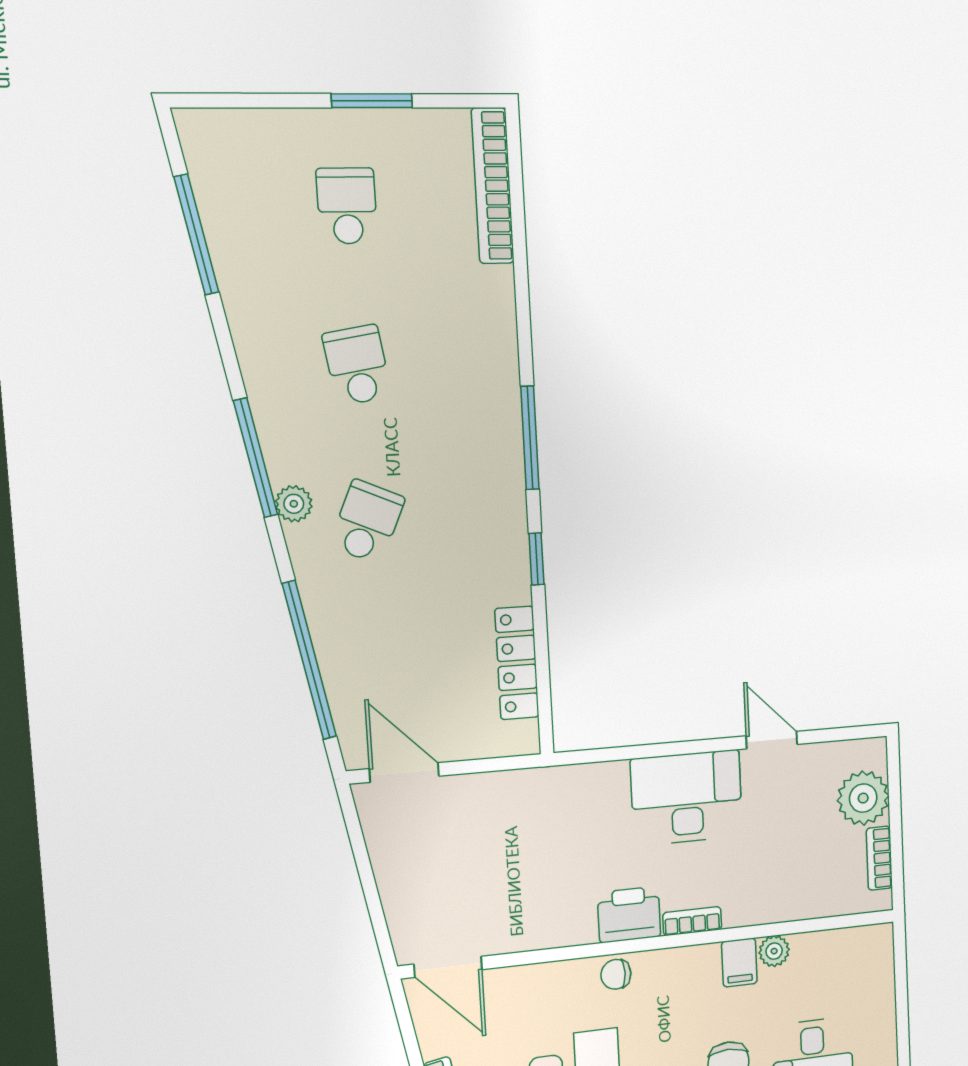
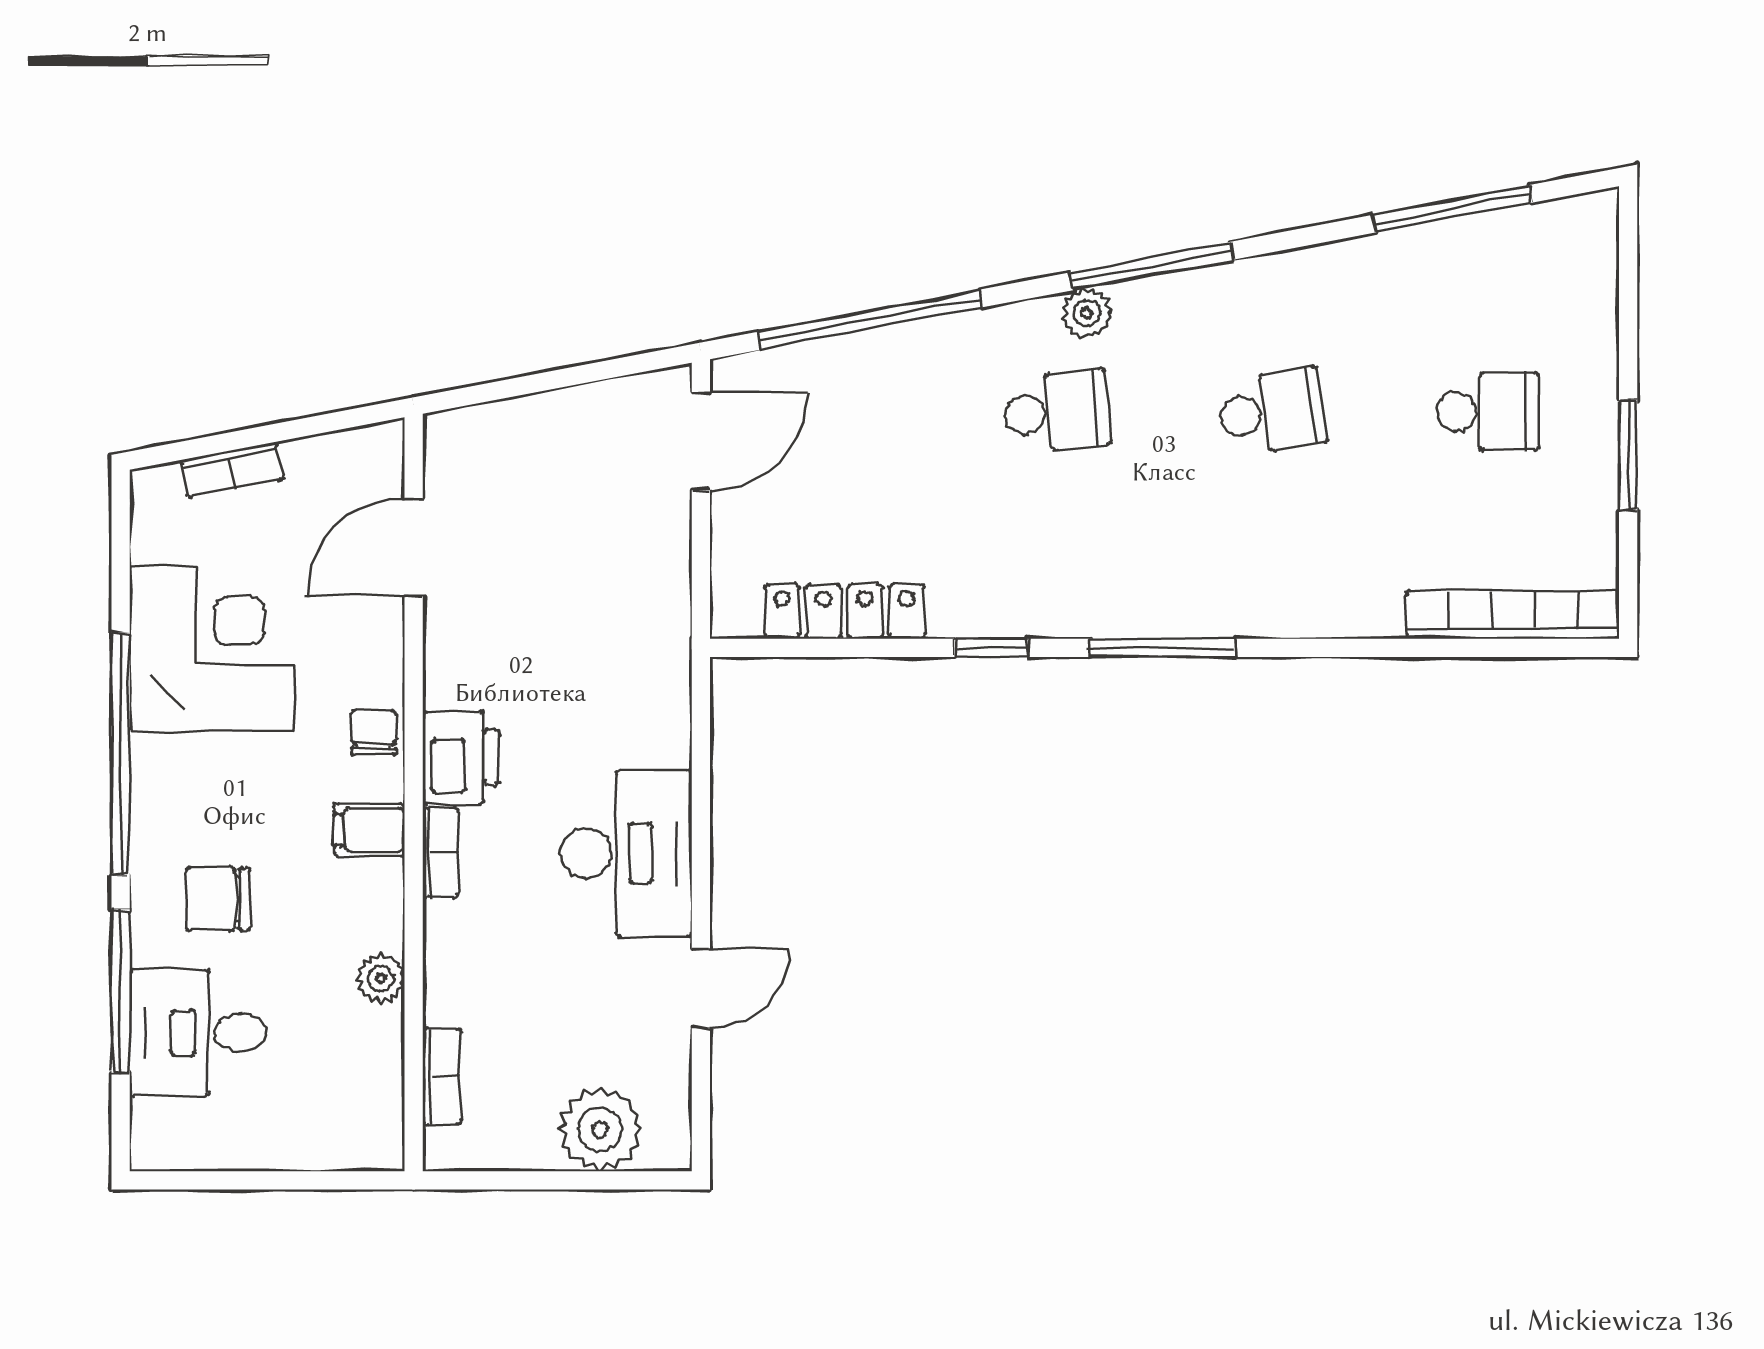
school desk: (367, 522) -> (1057, 412), turned -30
bookcase: (879, 858) -> (442, 1076), moved, turned 90
filing cabinet: (739, 963) -> (369, 830), moved
door: (448, 967) -> (414, 547), moved

